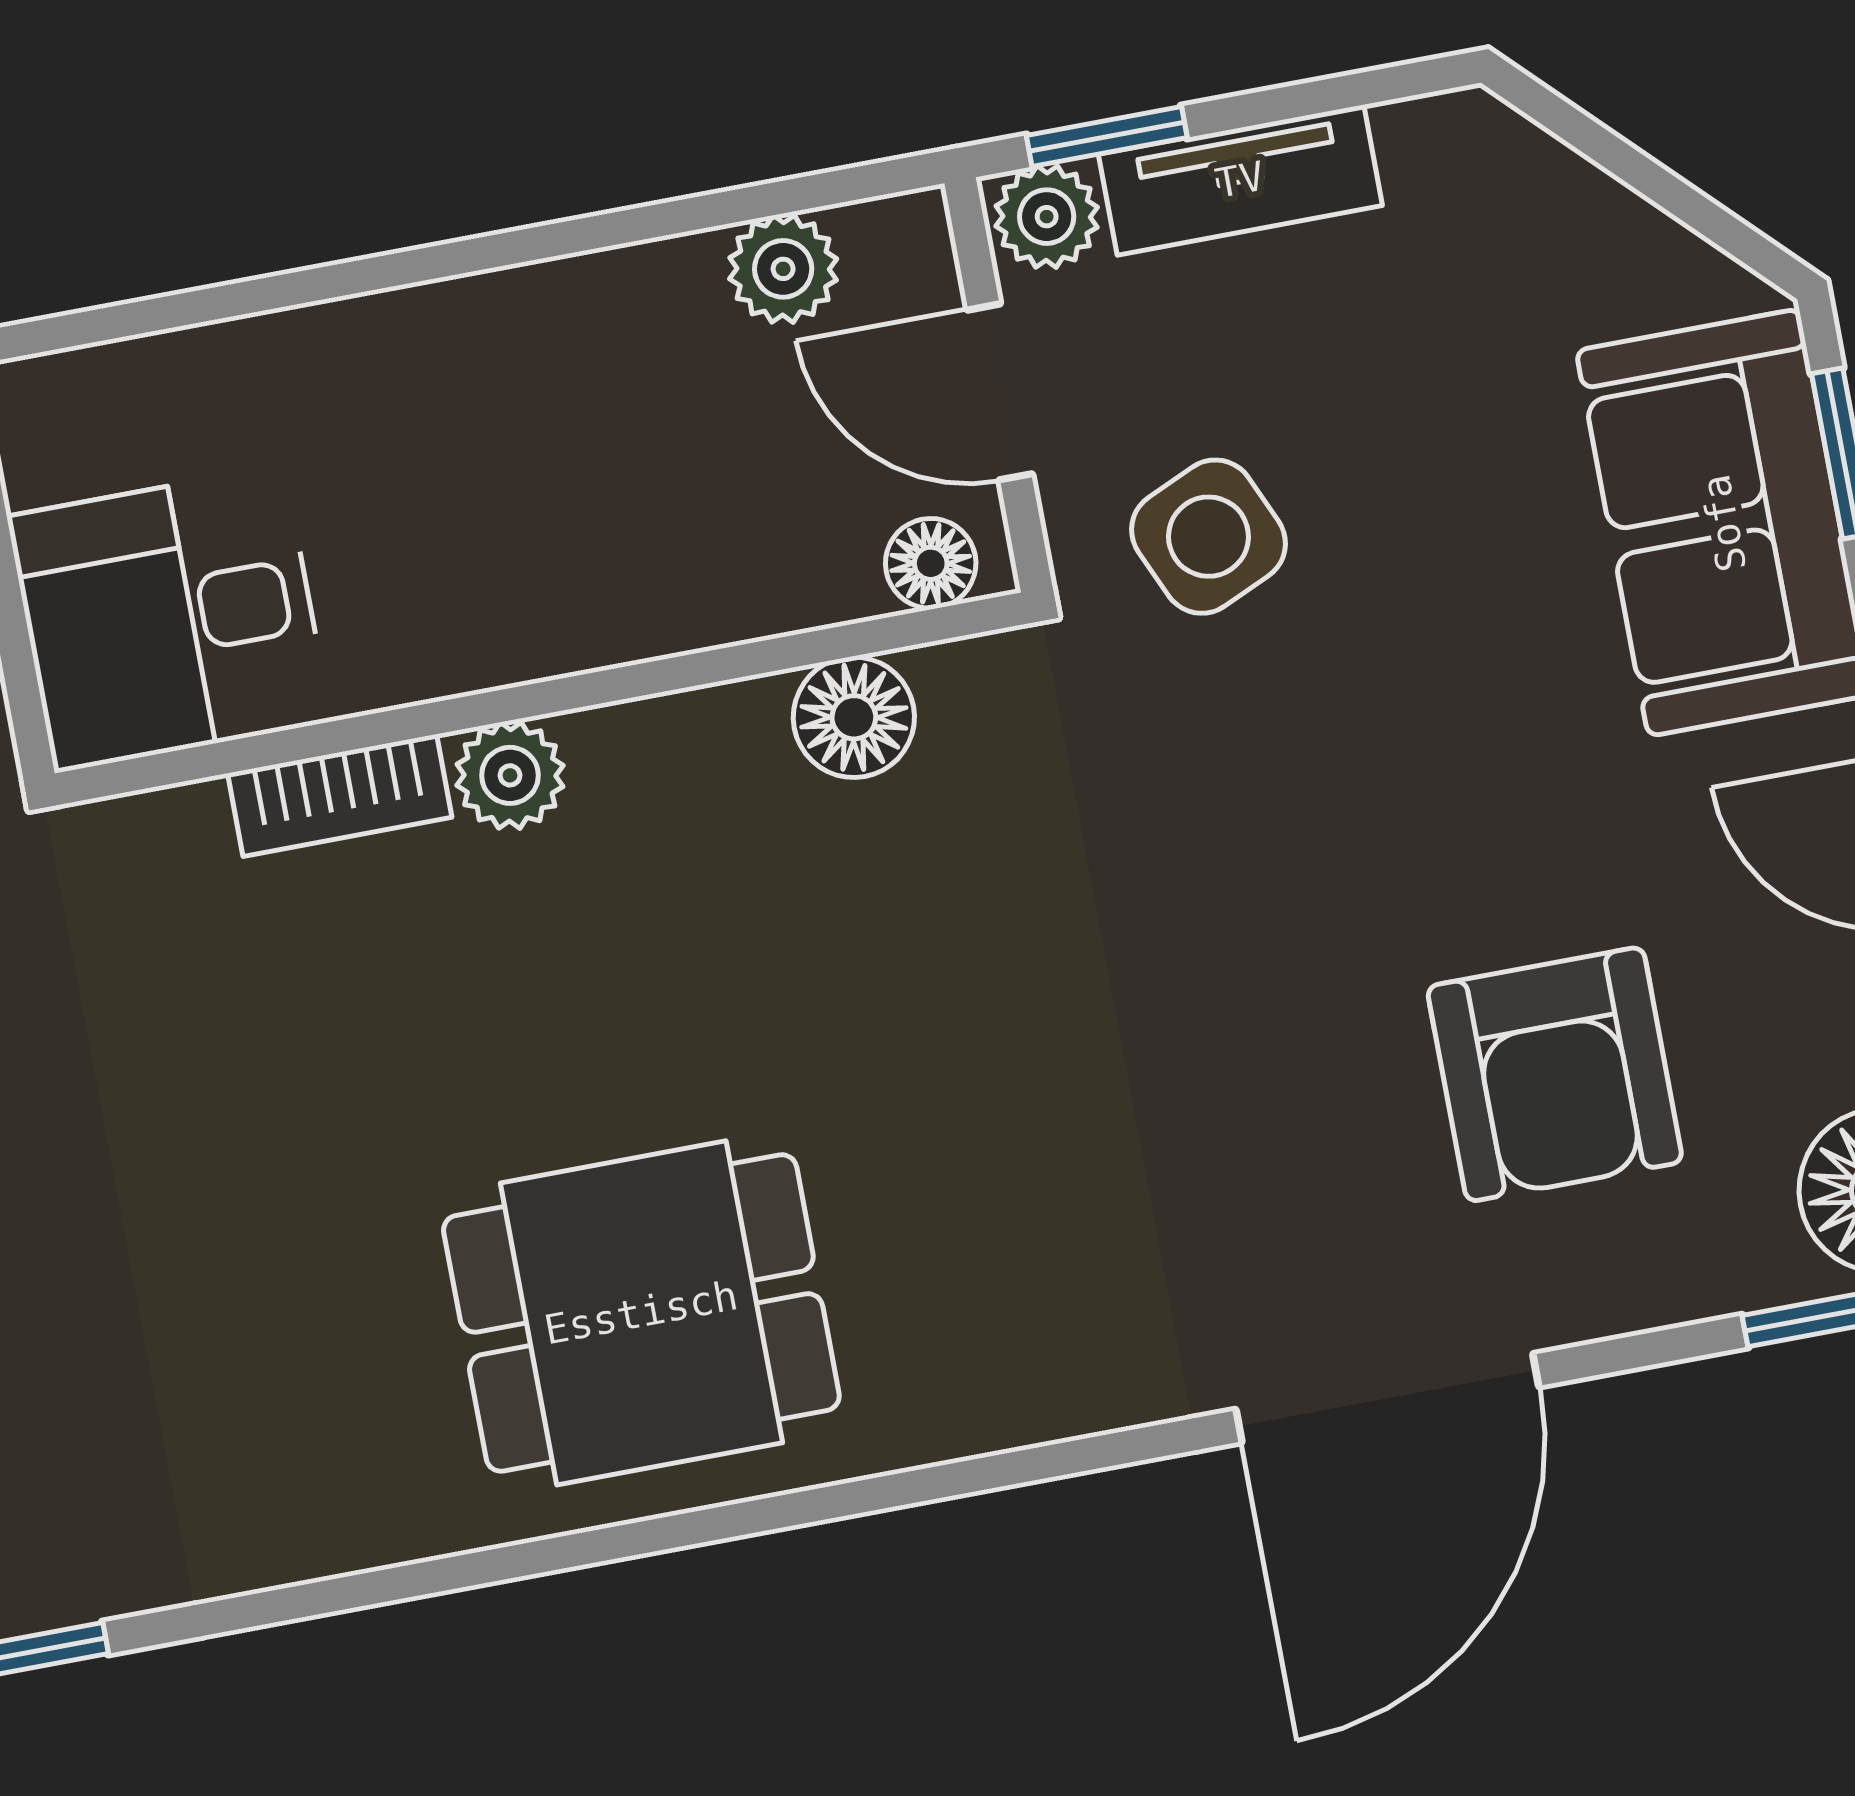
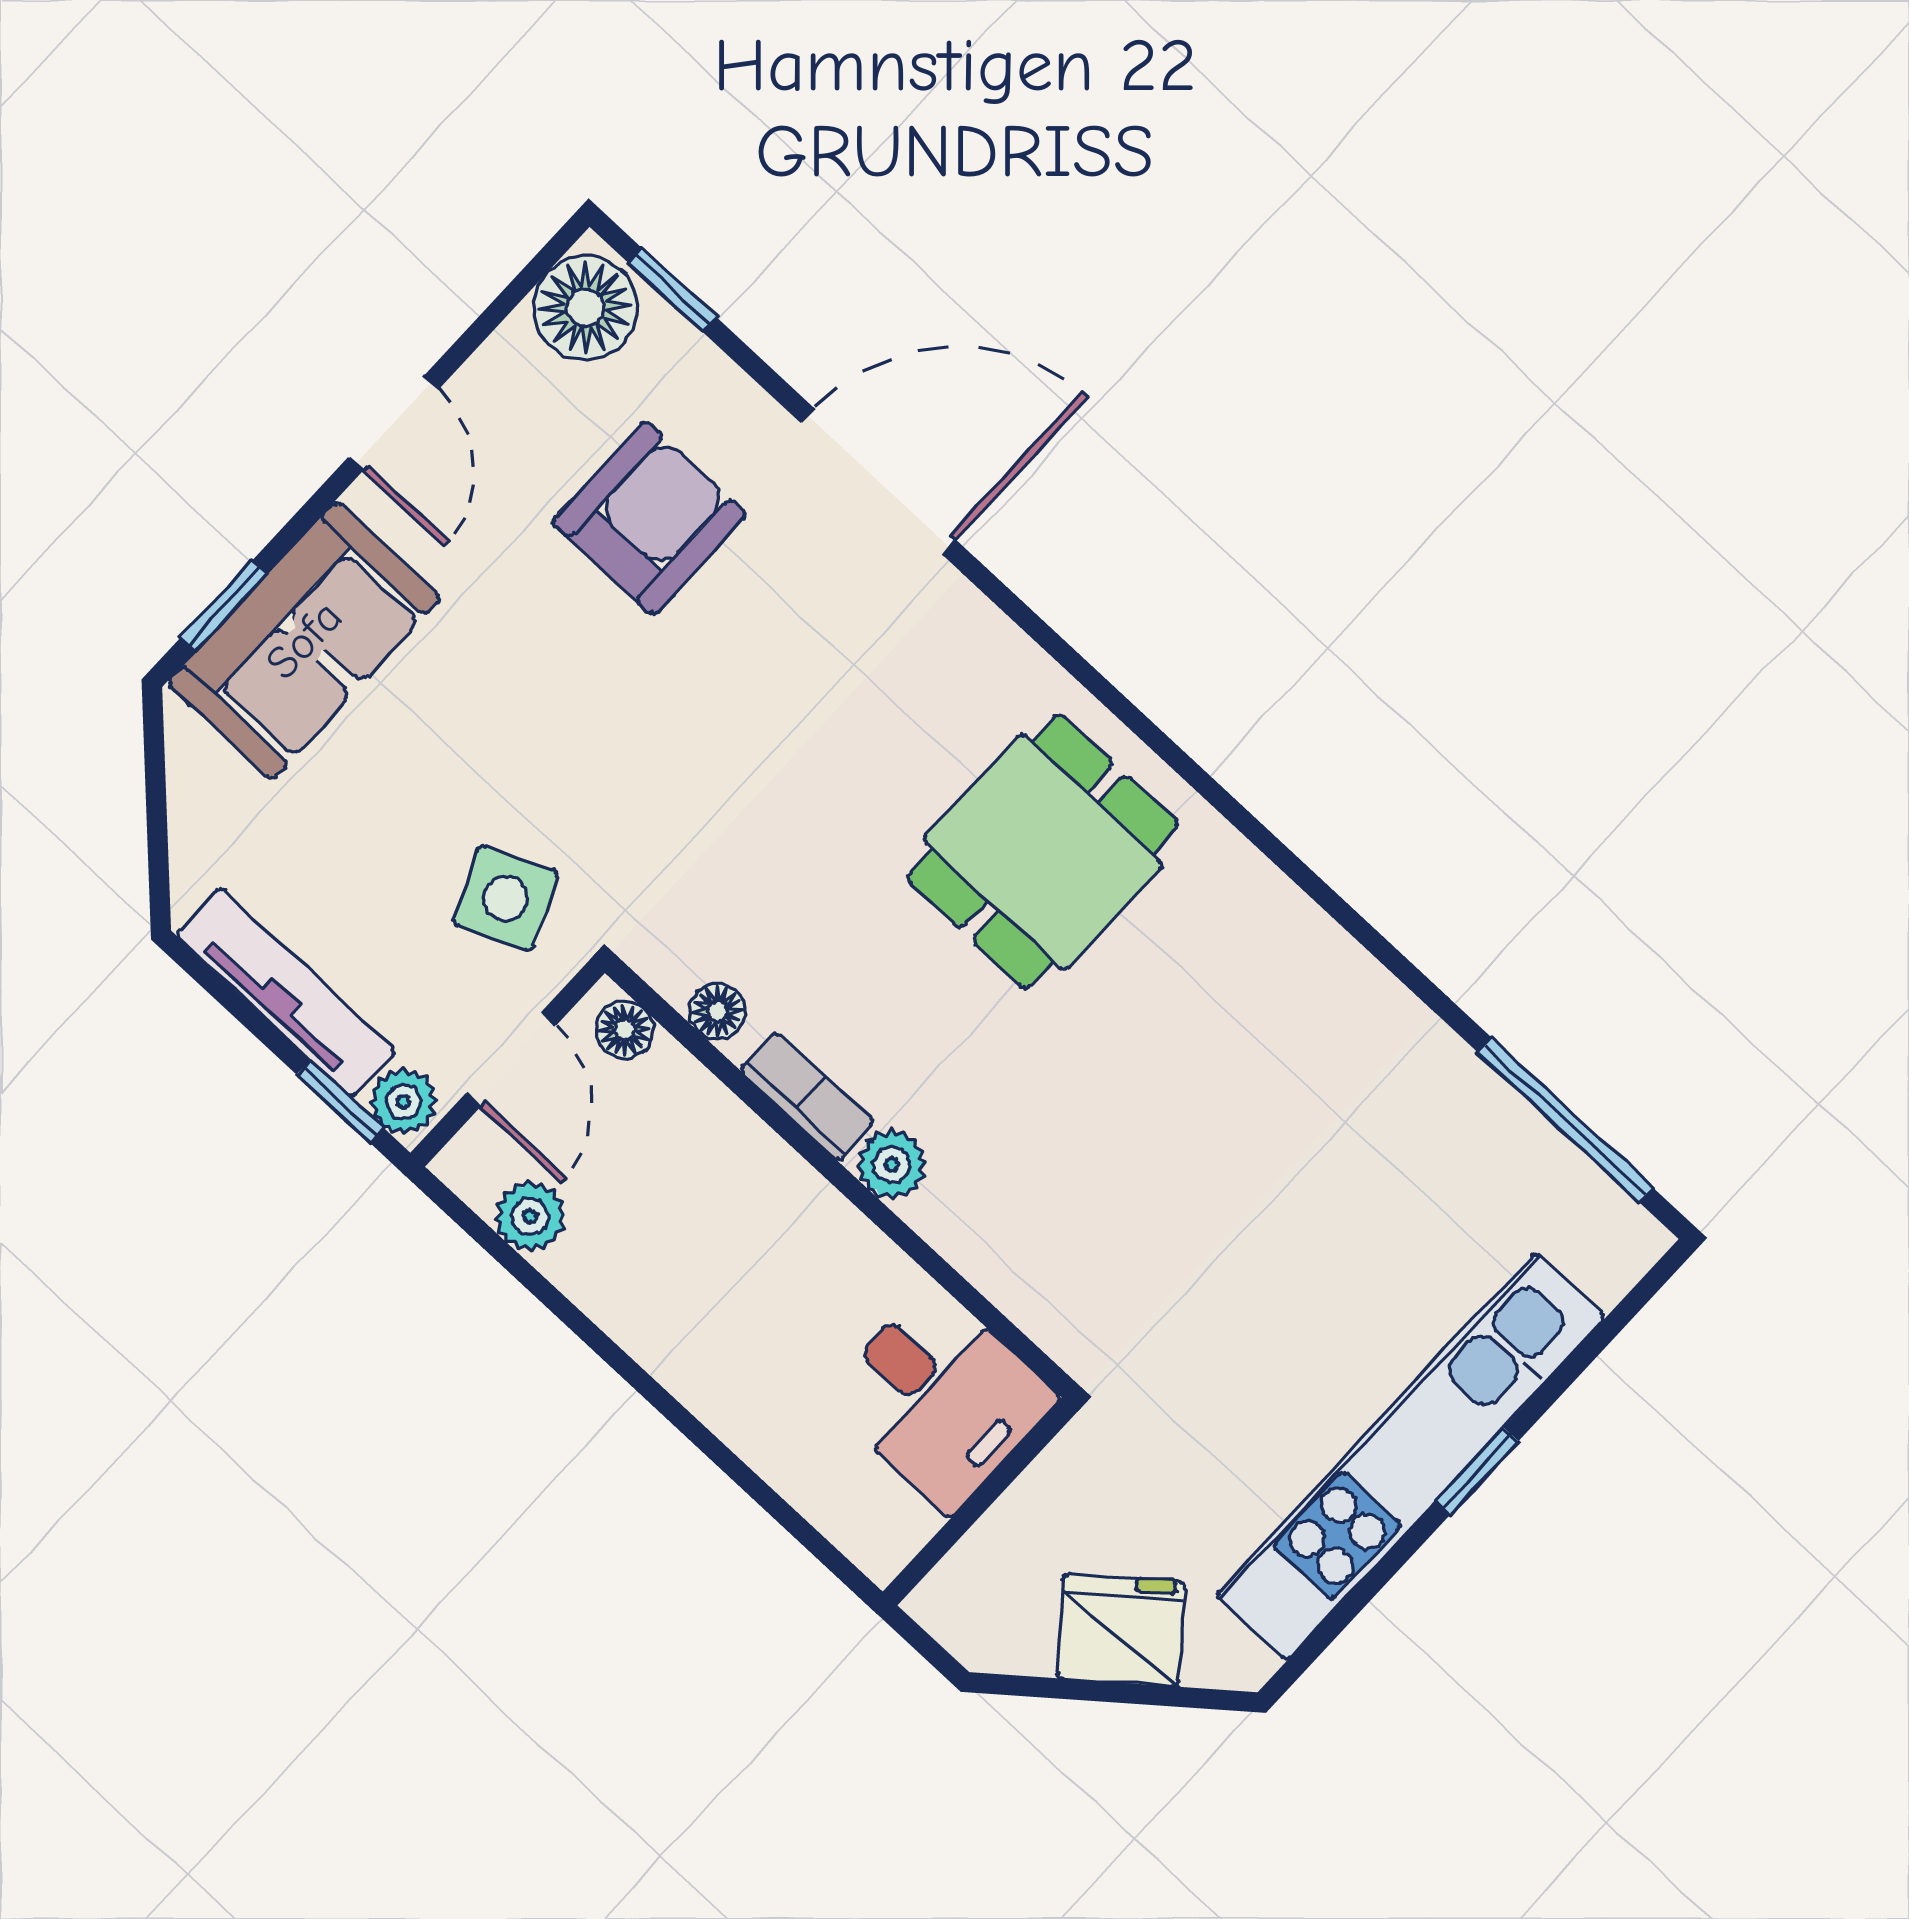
tv unit: (1240, 180) -> (286, 993), width x1.41
floor lamp: (854, 717) -> (717, 1011), width x0.73, depth x0.73
bookcase: (340, 795) -> (807, 1096), moved
dining table: (641, 1313) -> (1043, 852), moved, turned 90

